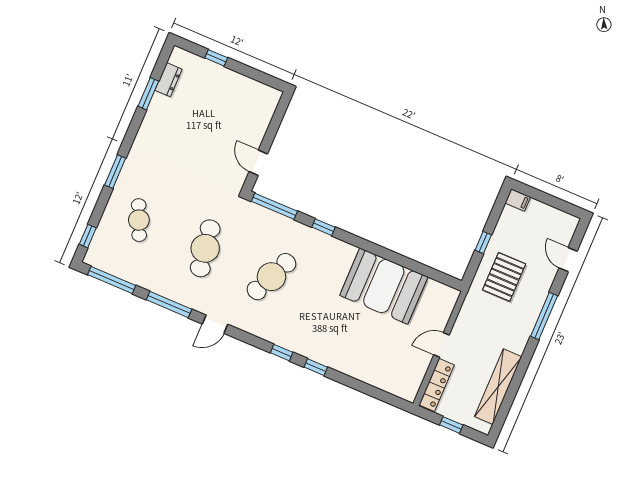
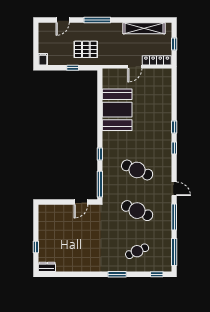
dresser: (168, 80) -> (47, 267), moved
window: (148, 94) -> (69, 274), removed
cafe table: (205, 248) -> (137, 211), turned 33
door: (442, 345) -> (135, 67), hinge flipped

